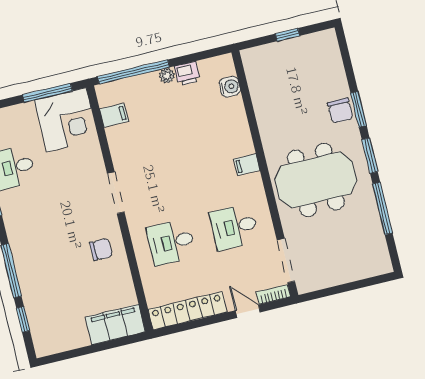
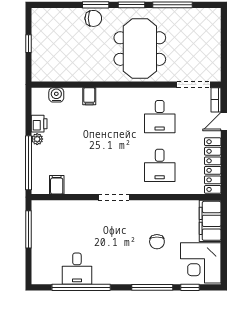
corner desk: (67, 120) -> (201, 263), moved, turned 180
filing cabinet: (247, 165) -> (89, 96), moved
chair: (101, 249) -> (157, 242), moved, turned 180

